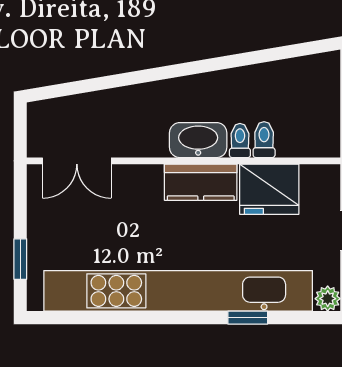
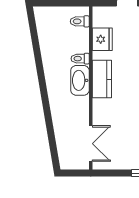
toilet: (264, 140) -> (80, 21), moved
fridge: (269, 189) -> (102, 39), width x0.73, depth x0.75

